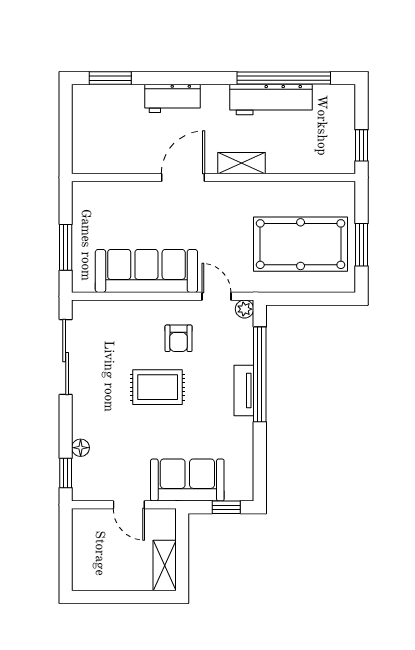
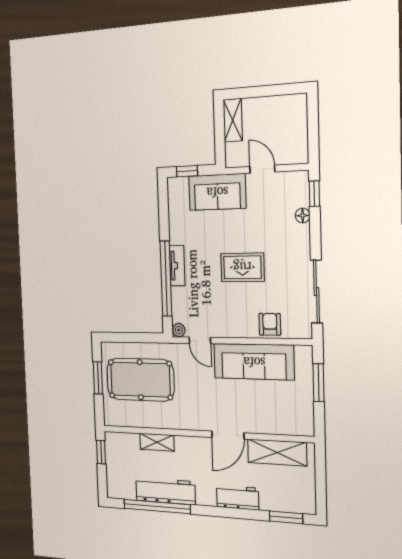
shelving: (120, 159) -> (277, 452), added
shelving: (241, 163) -> (157, 442), moved
armchair: (179, 338) -> (270, 324), moved

